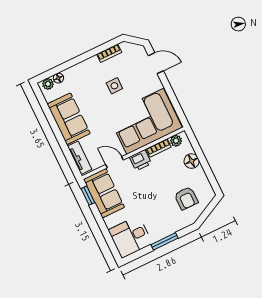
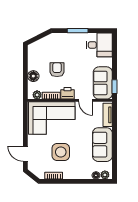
side table: (114, 86) -> (61, 152), width x1.87, depth x1.87
armchair: (186, 198) -> (57, 70), moved

